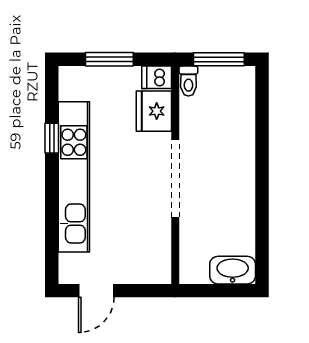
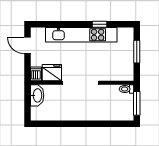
dishwasher: (157, 77) -> (36, 74), moved
fridge: (154, 111) -> (52, 73), moved
washbasin: (233, 270) -> (37, 95), moved

